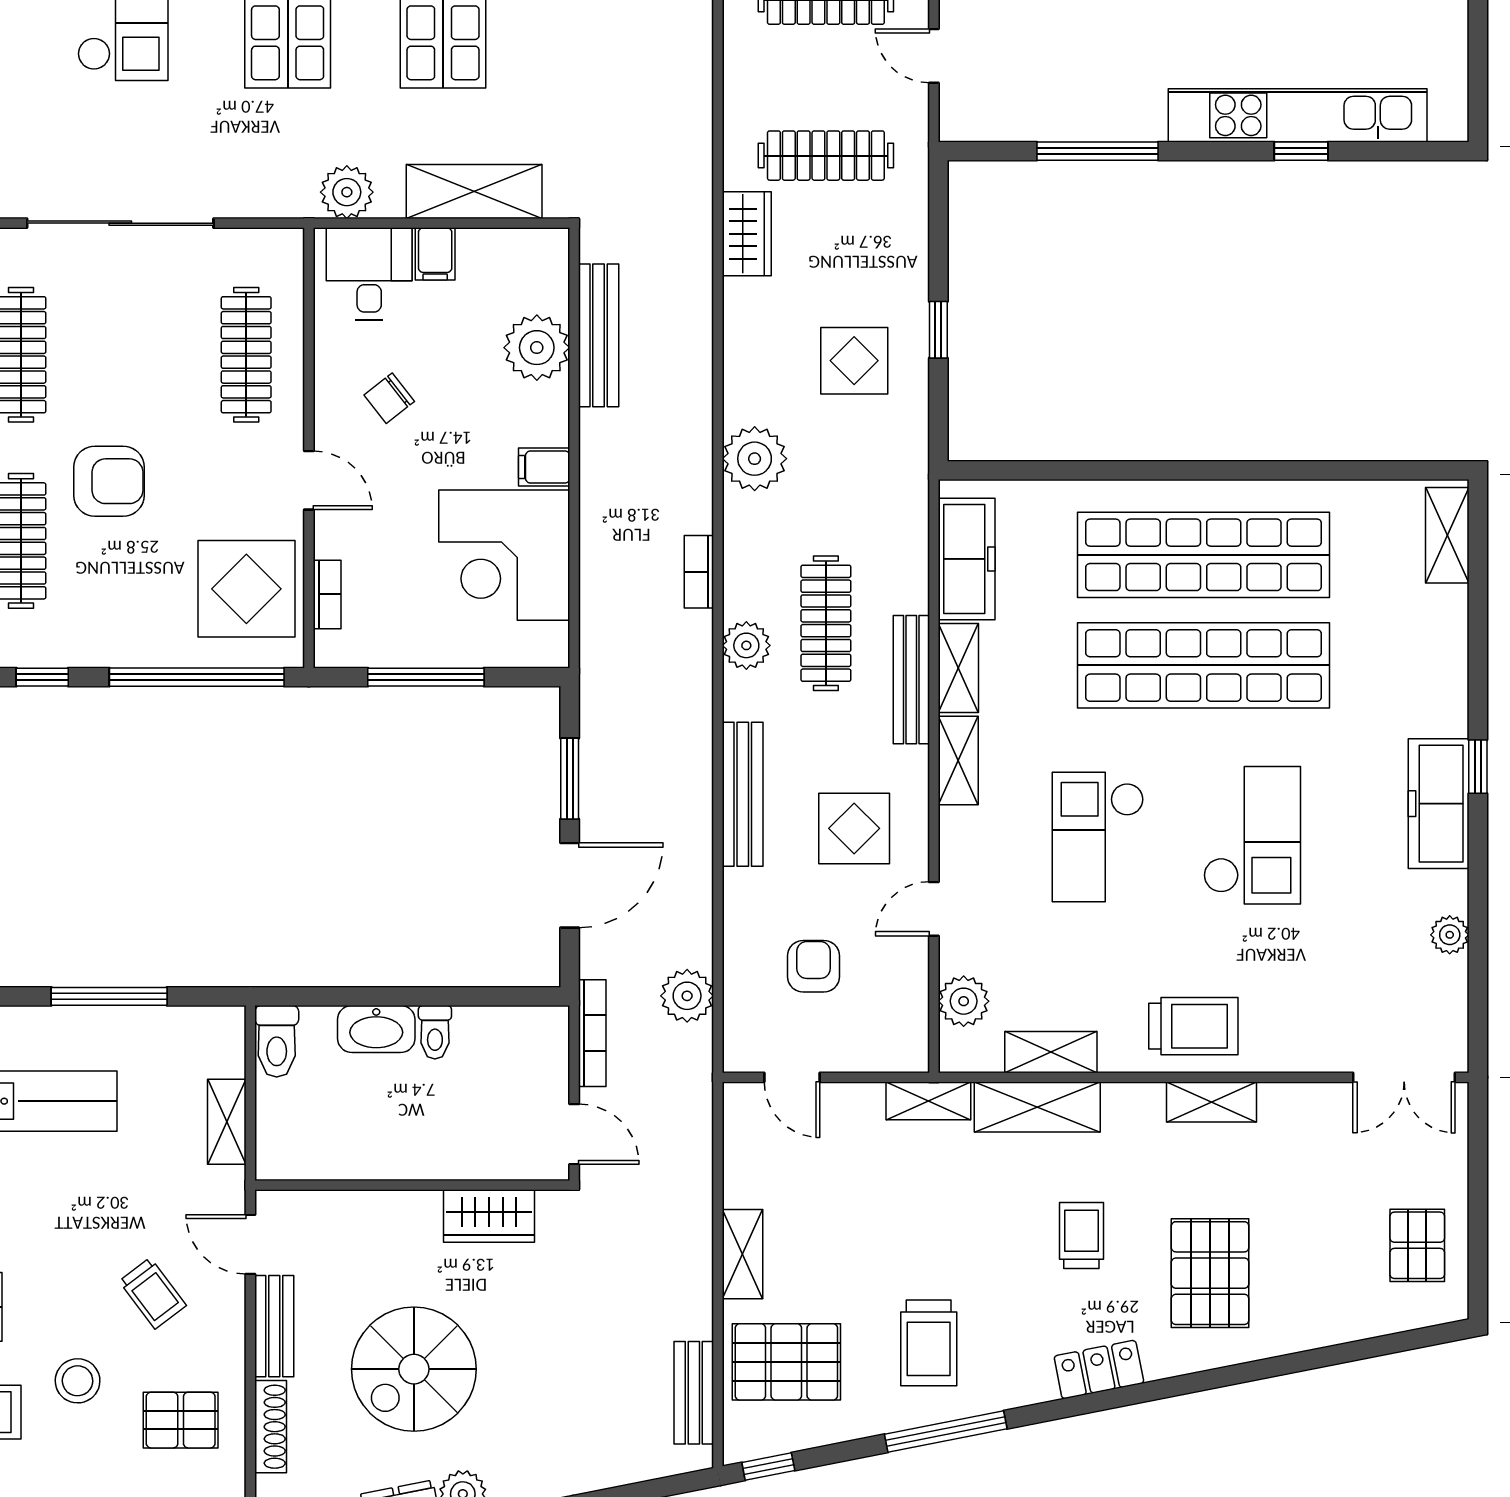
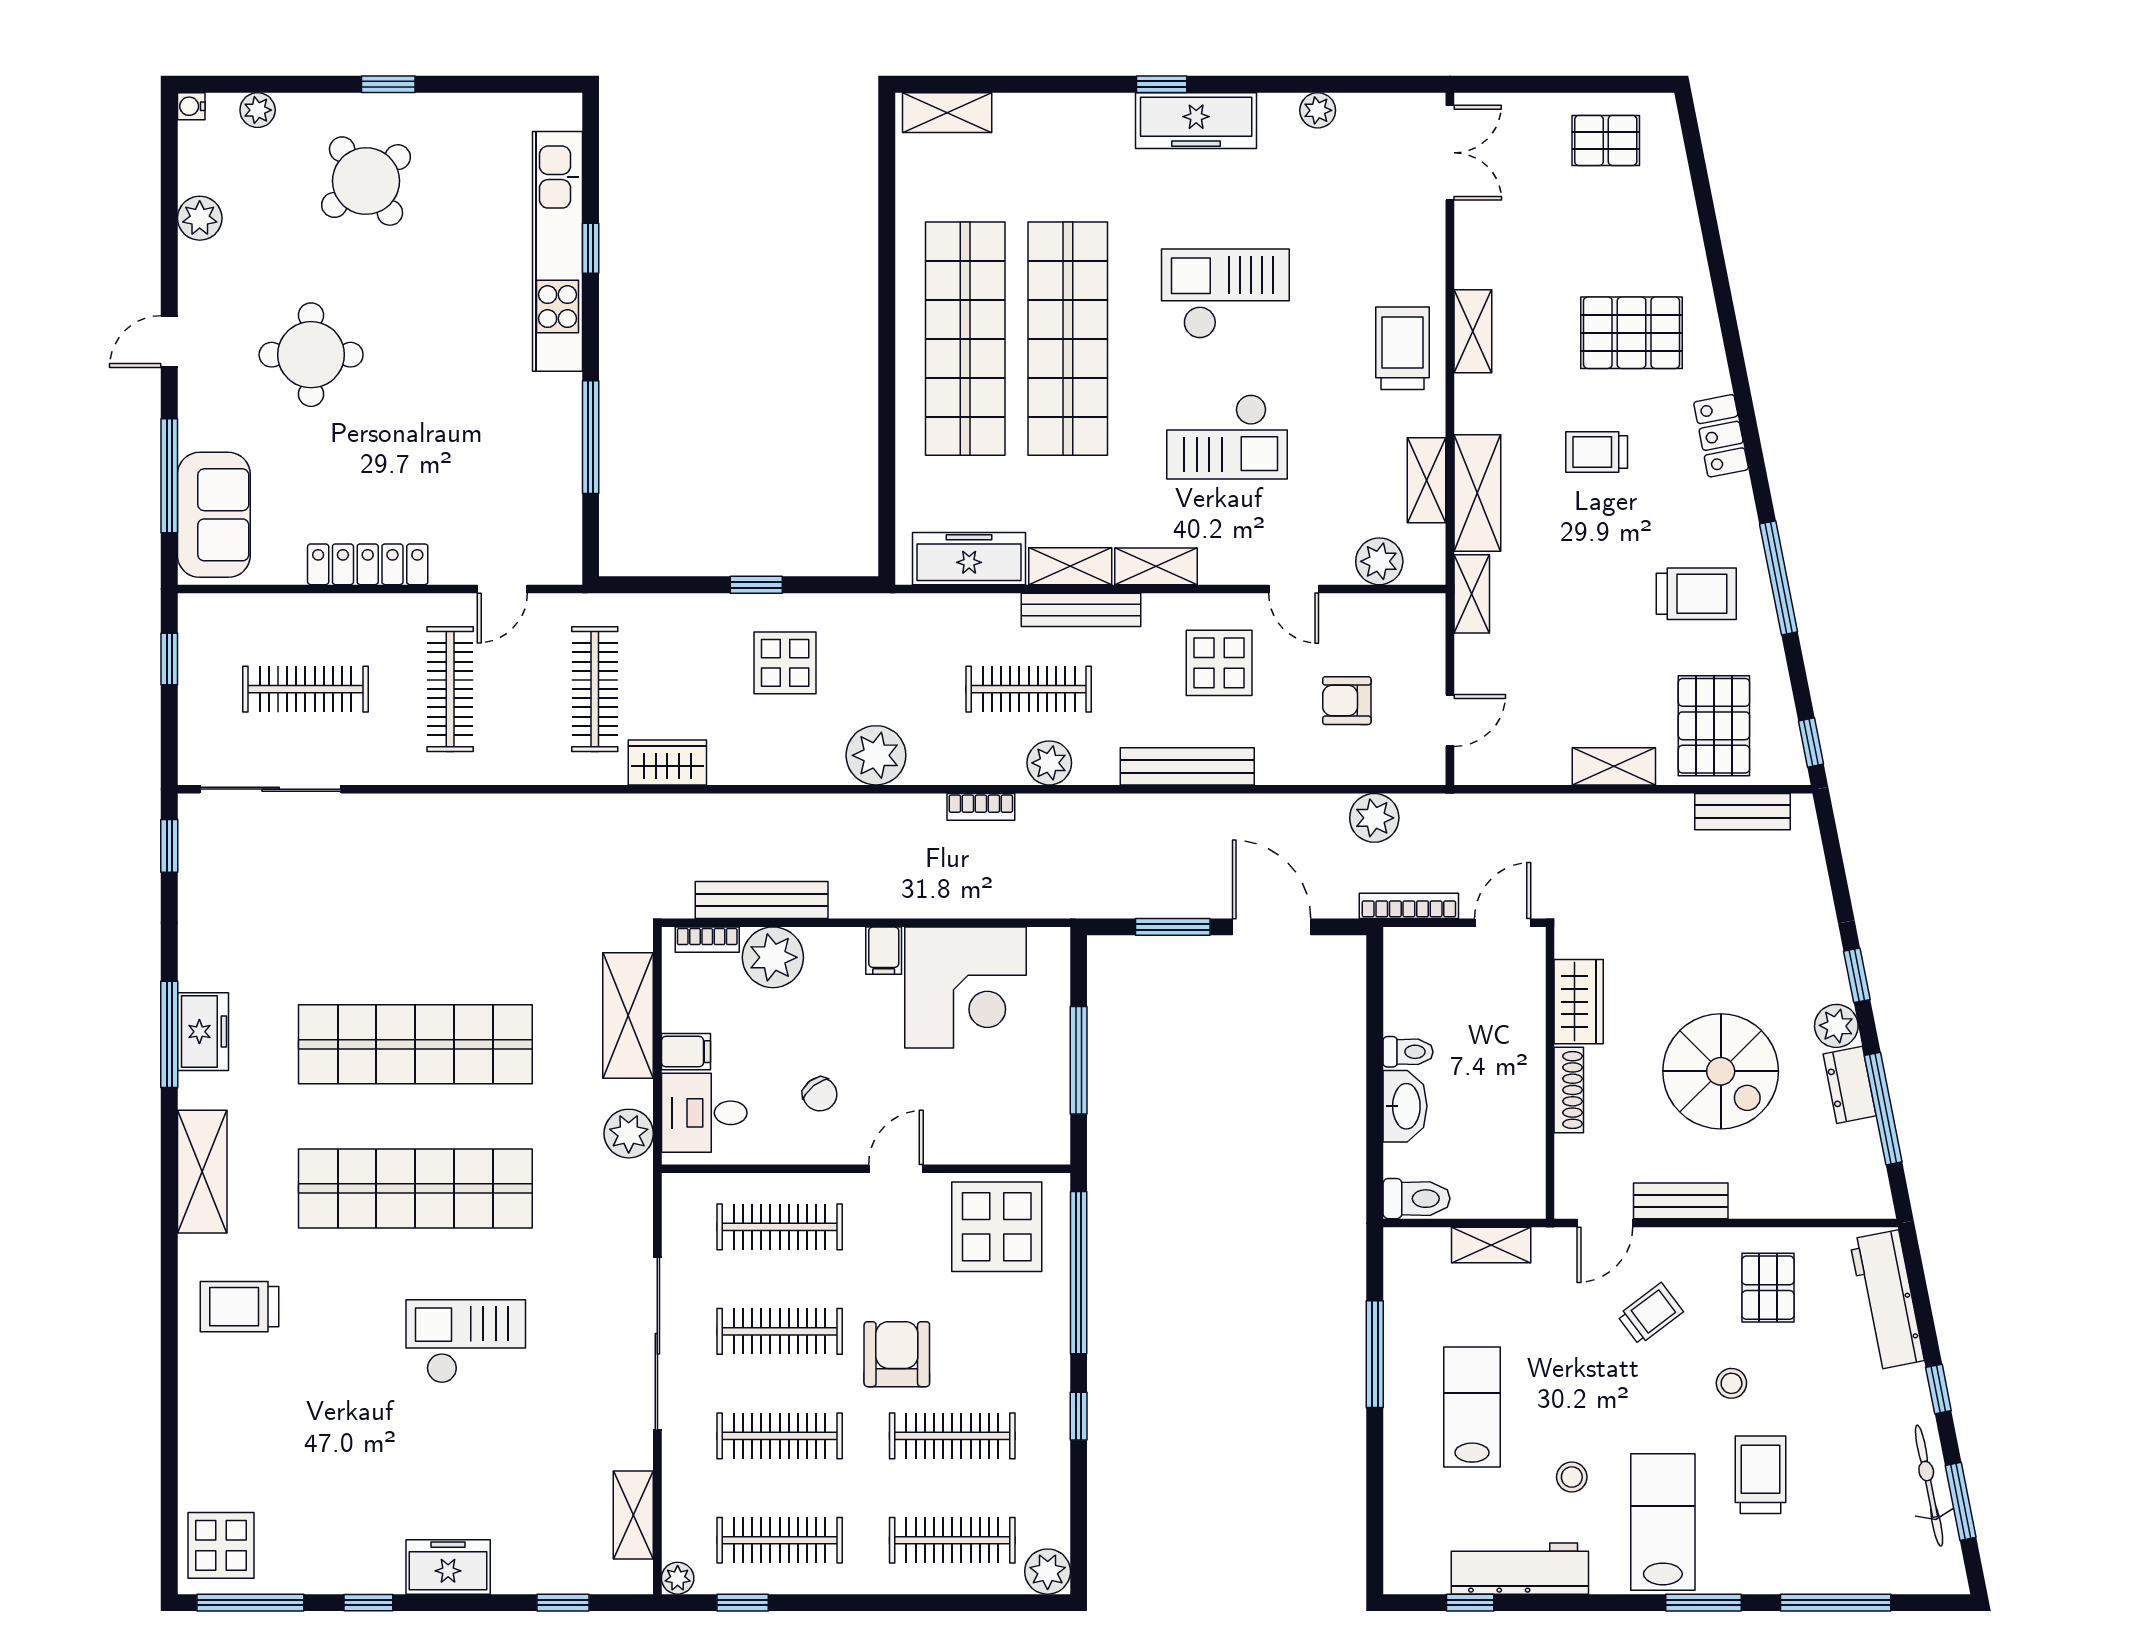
clothes rail: (134, 355) -> (780, 1331), added
bookcase: (327, 594) -> (707, 940), moved, turned 180
stool: (78, 1381) -> (1731, 1383), width x0.73, depth x0.73
shoe rack: (271, 1427) -> (1569, 1090), moved, turned 90

